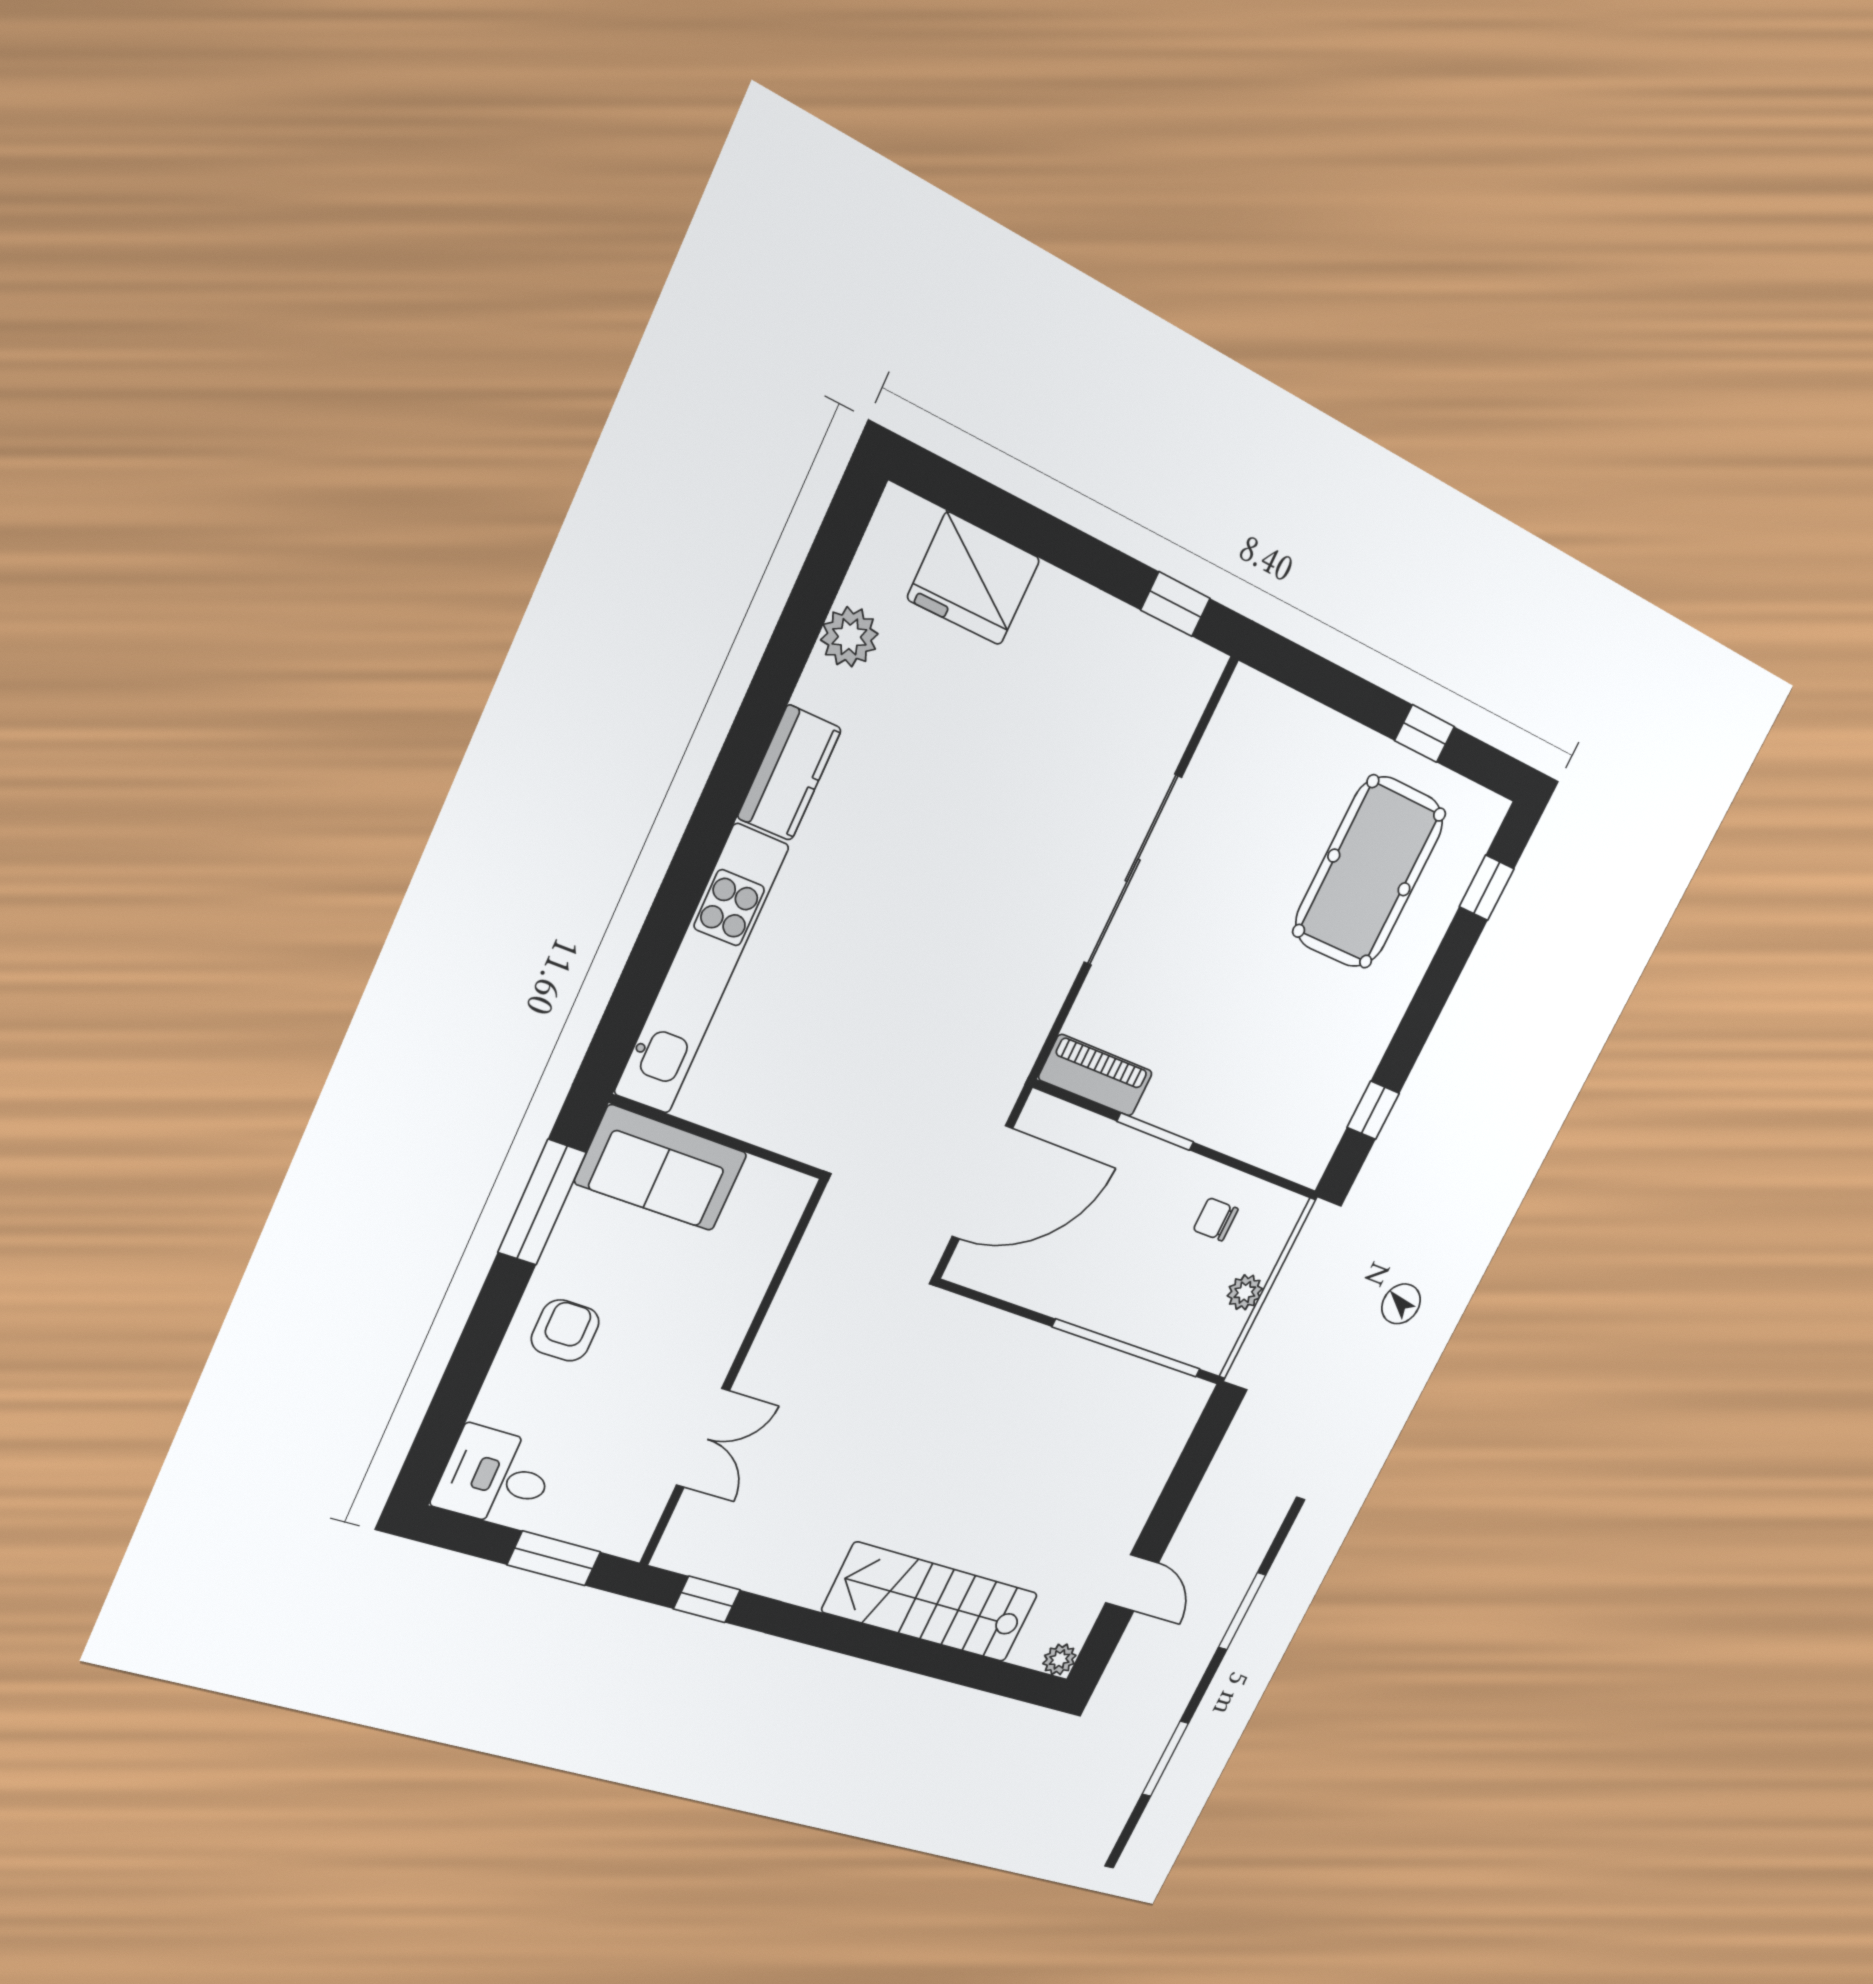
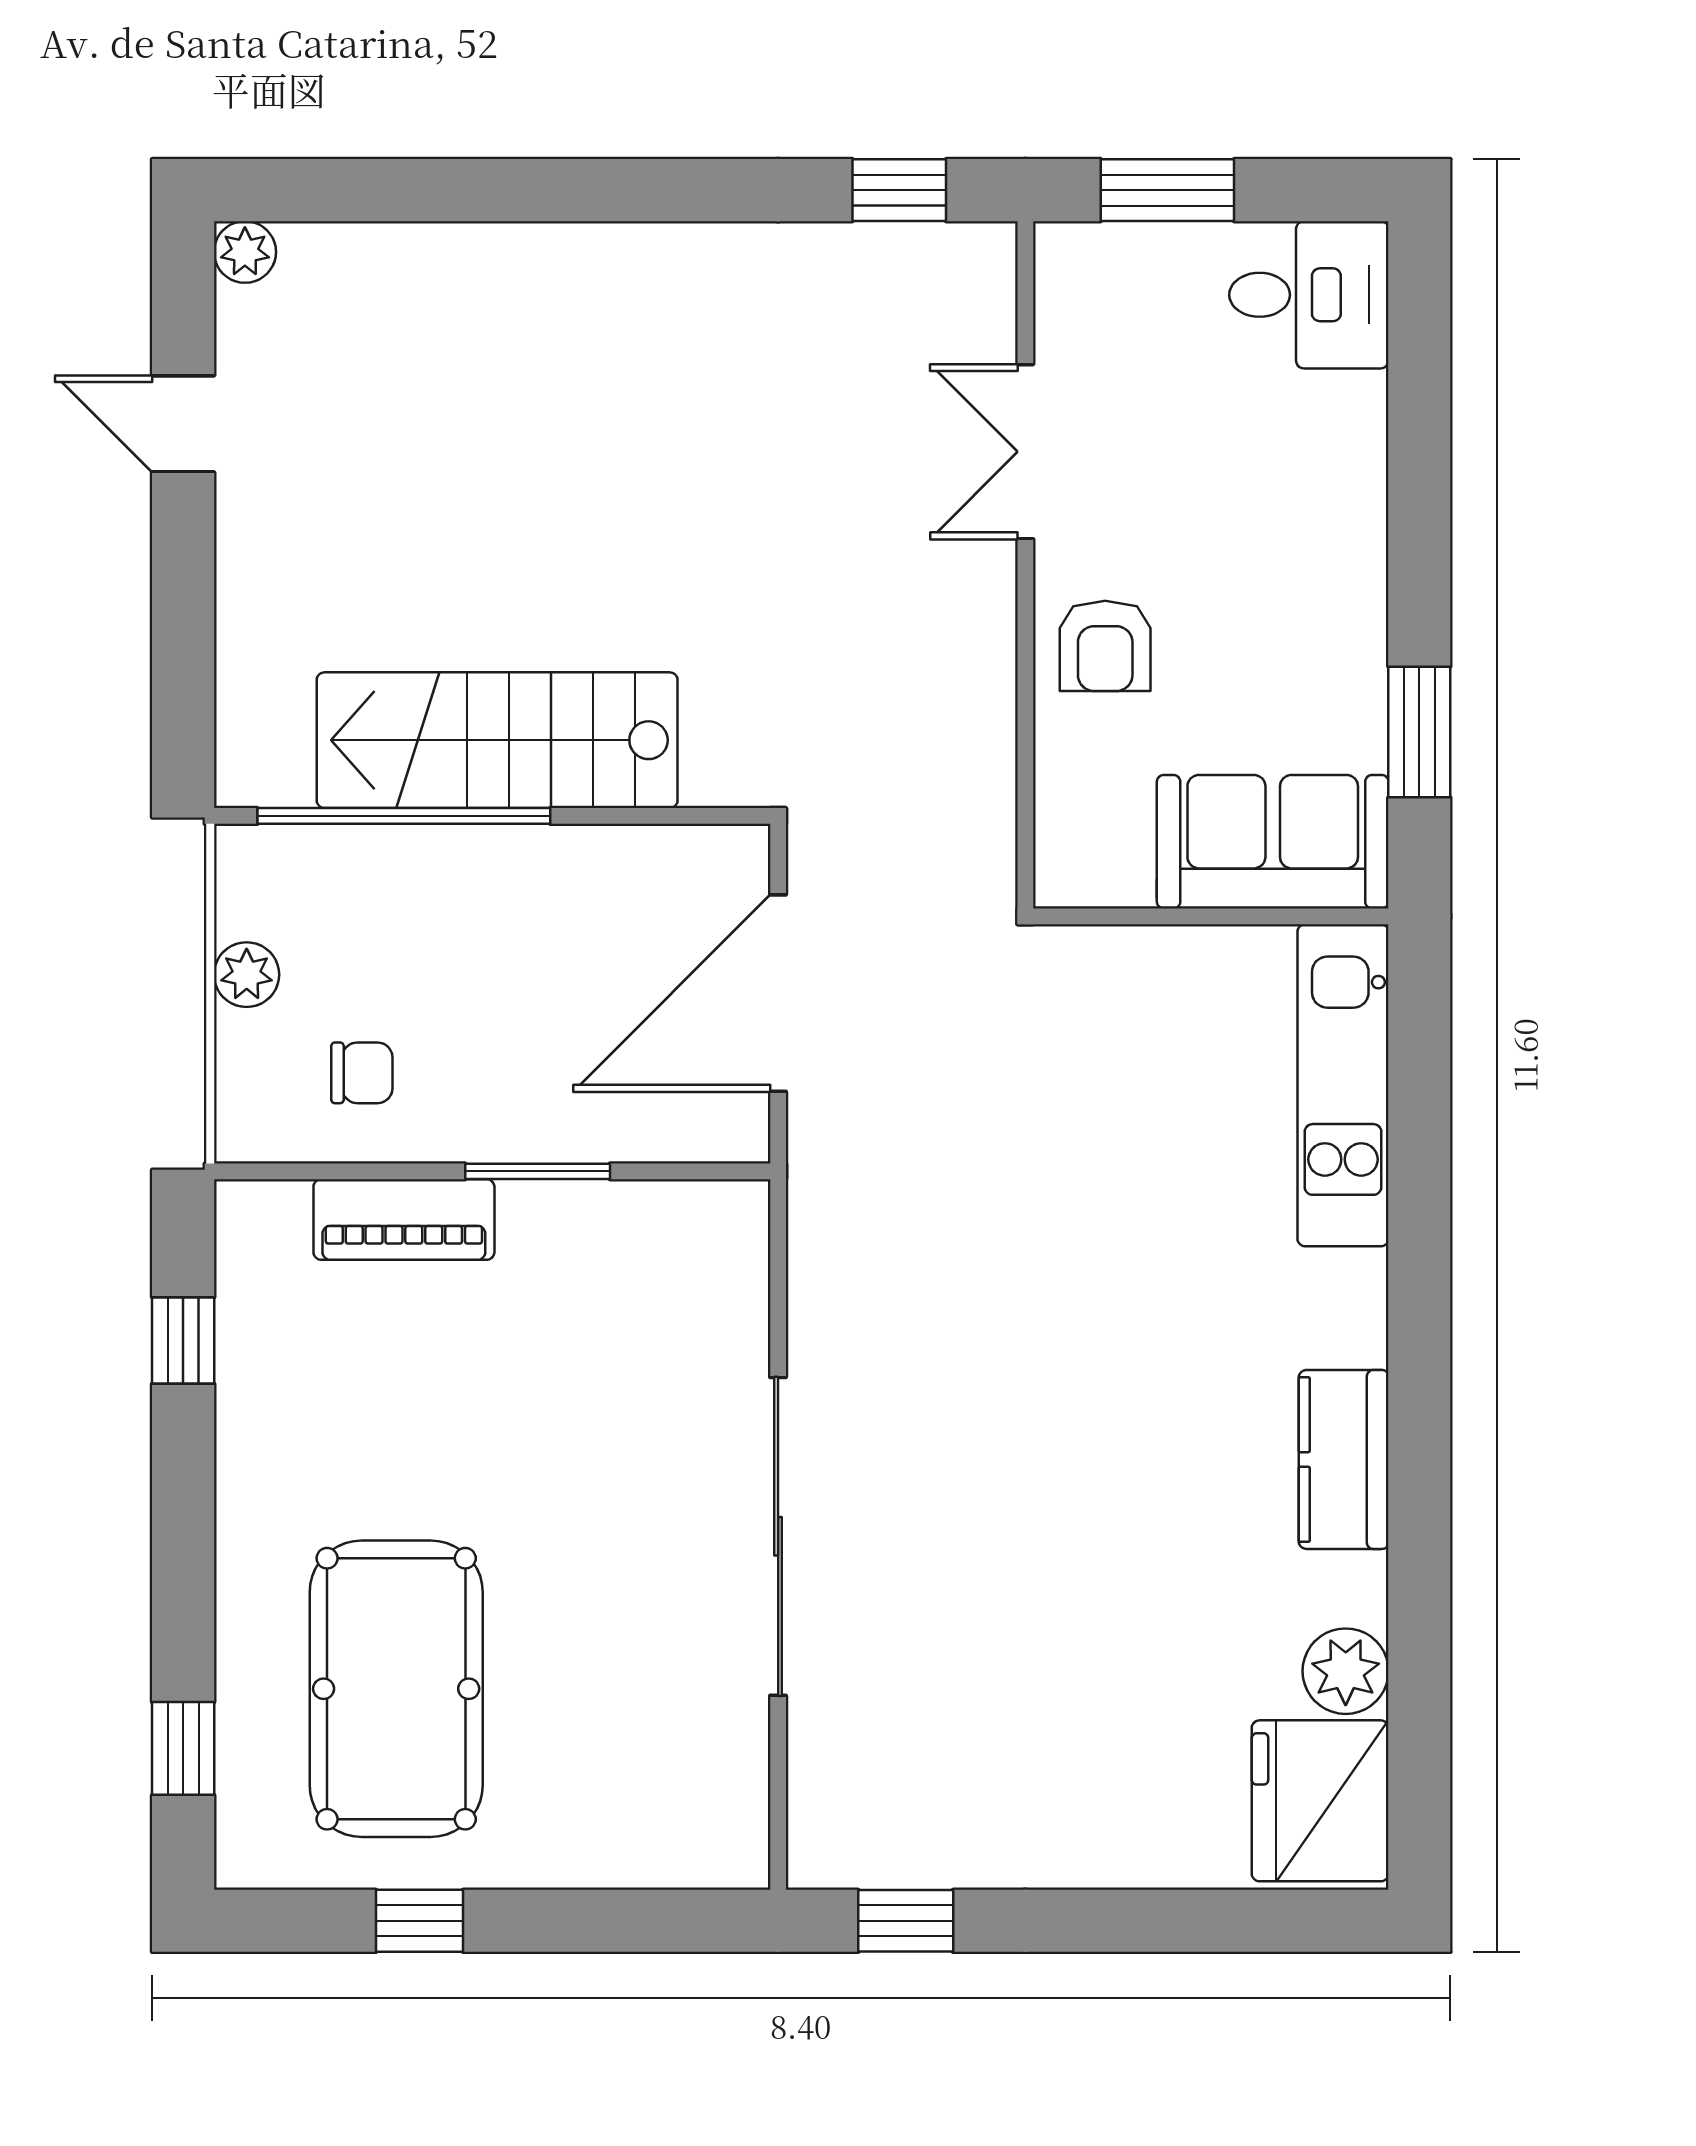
fridge: (974, 579) -> (1320, 1801), moved, turned -90
kitchen unit: (701, 970) -> (1343, 1085), width x0.73
piano: (1096, 1075) -> (404, 1219), moved
window: (542, 1202) -> (1419, 732), width x0.69
armchair: (565, 1330) -> (1105, 646), moved
stairs: (931, 1603) -> (497, 740), moved, turned 180

